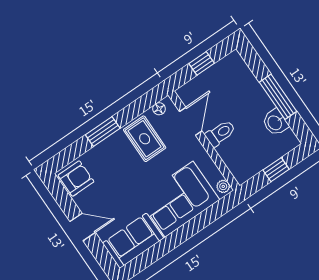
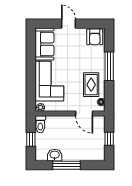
window: (103, 131) -> (109, 66), width x1.44
toilet: (220, 133) -> (40, 124), moved
rug: (145, 139) -> (91, 85), turned 90
door: (83, 227) -> (68, 24), swing flipped

